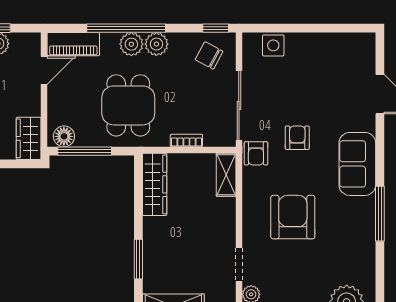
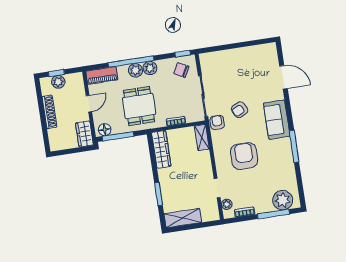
side table: (273, 45) -> (218, 59), removed
door: (44, 70) -> (89, 104), moved
armchair: (297, 138) -> (240, 110), turned -115
armchair: (256, 153) -> (217, 122), turned 180

